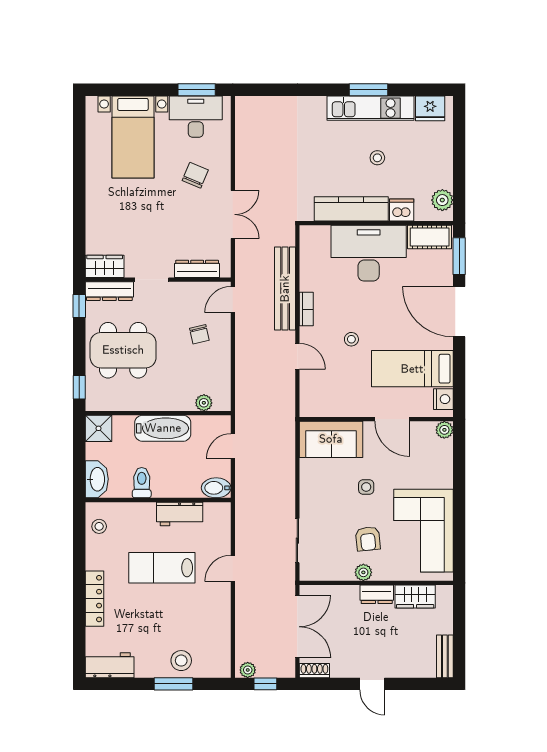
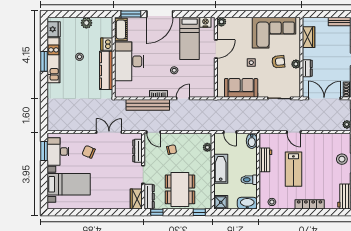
plant: (442, 200) -> (86, 23), moved
sofa: (331, 439) -> (241, 88), moved, turned -90
dresser: (377, 594) -> (307, 68), moved

